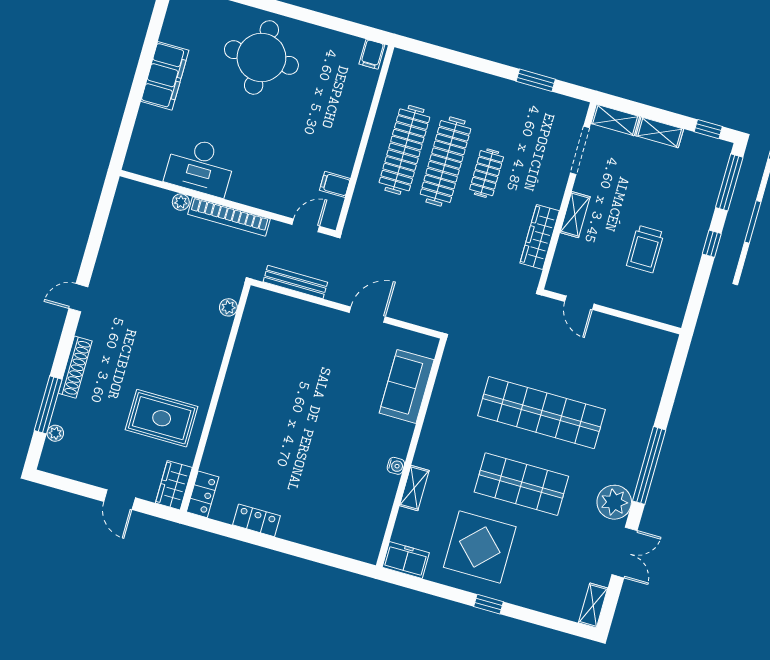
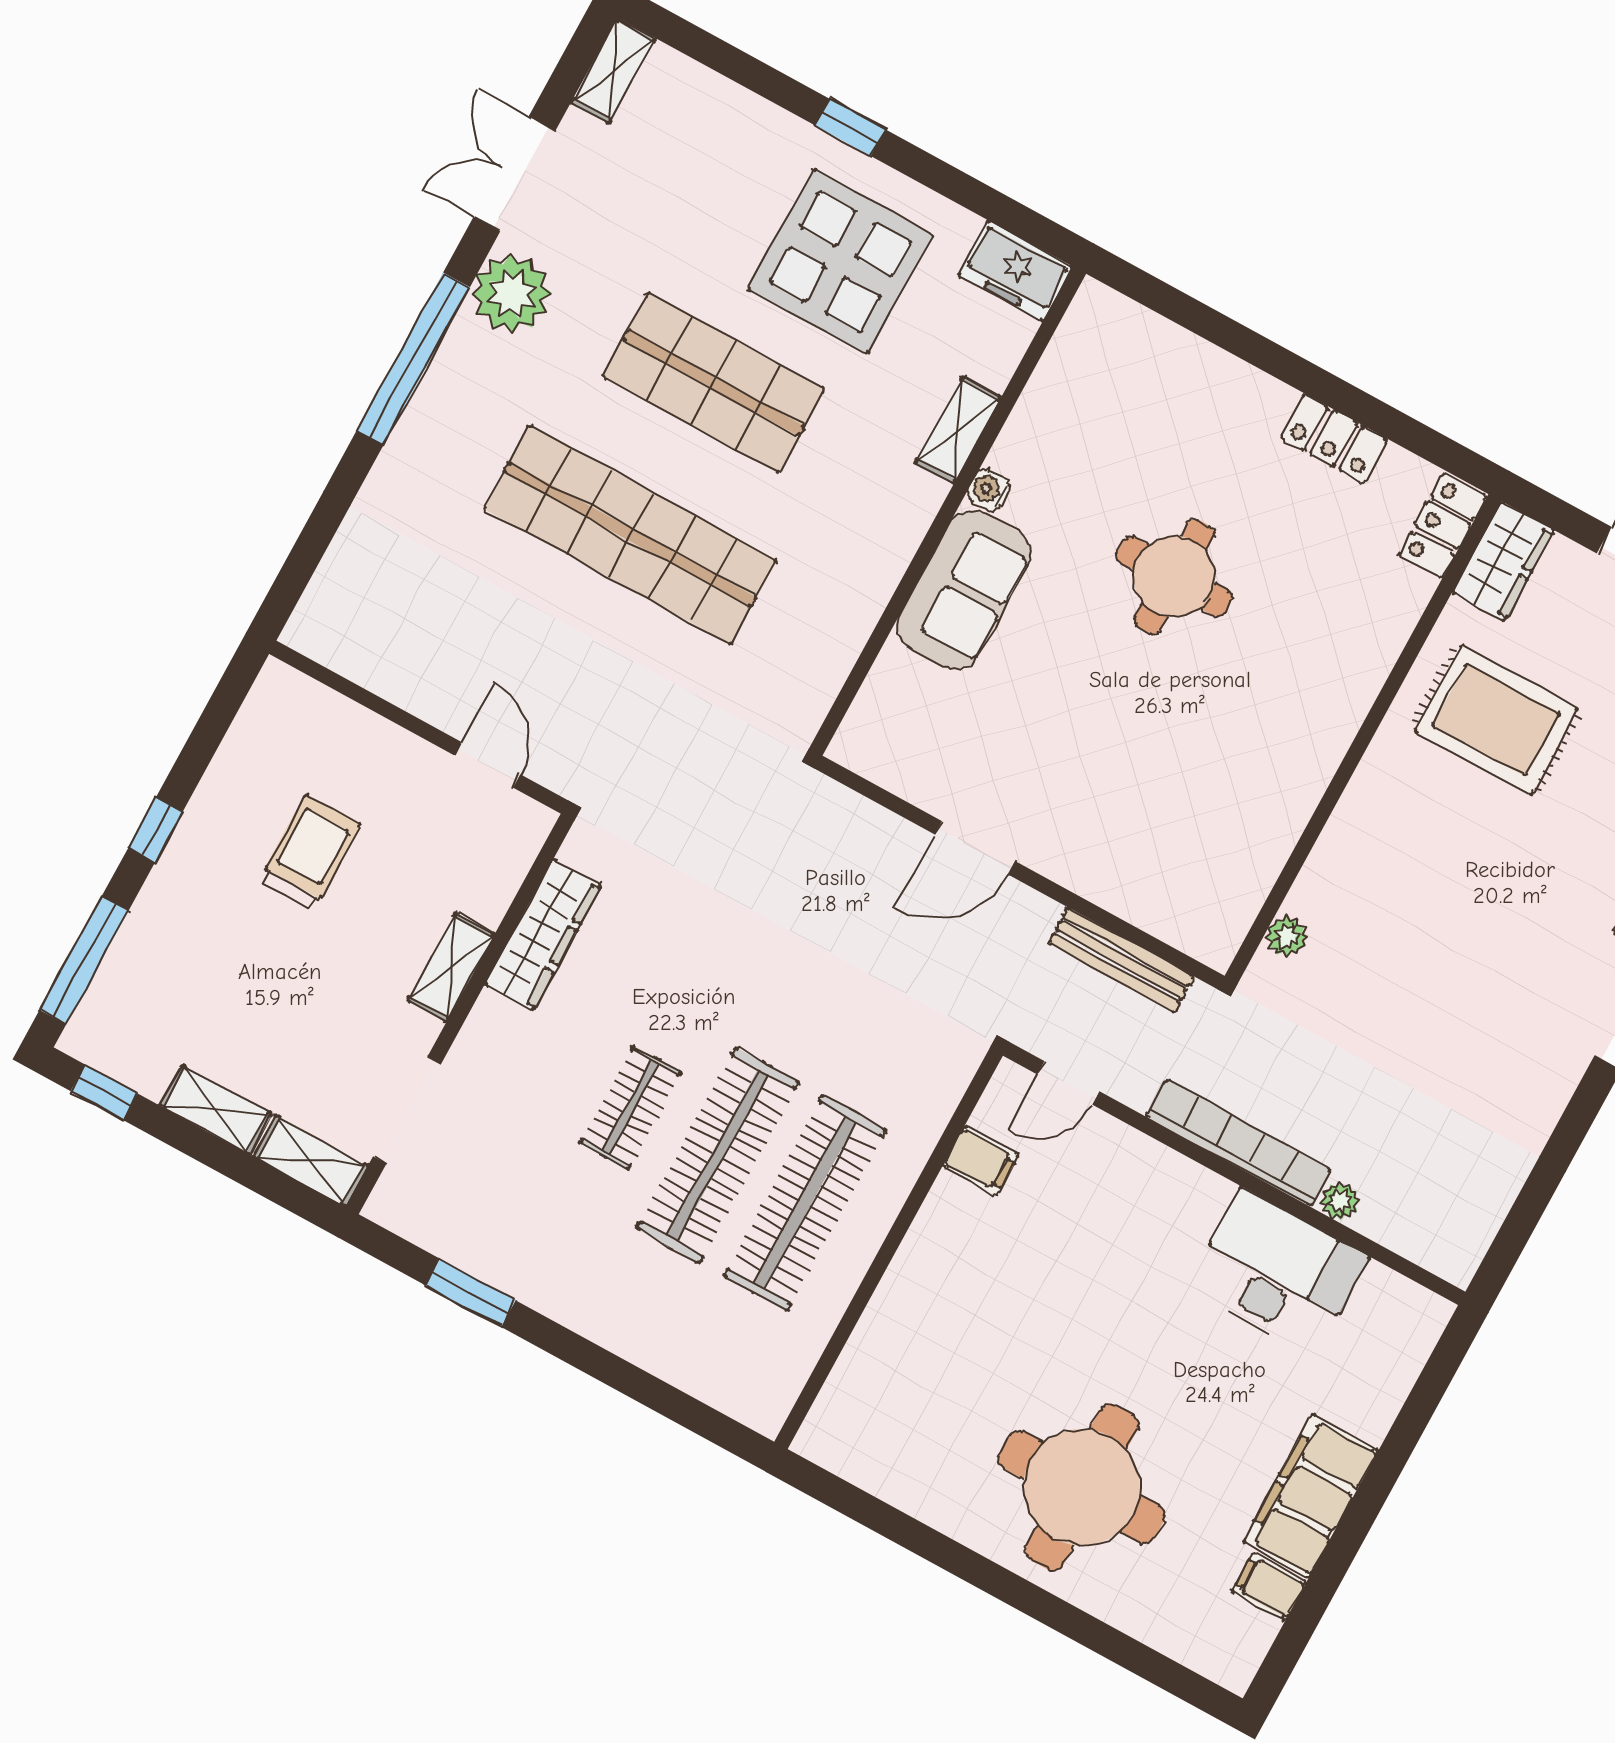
filing cabinet: (372, 54) -> (1269, 1587), moved, turned -90
sofa: (407, 386) -> (964, 590), moved
round table: (310, 447) -> (1174, 576), added

